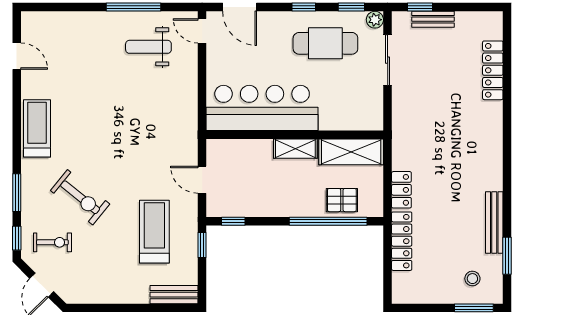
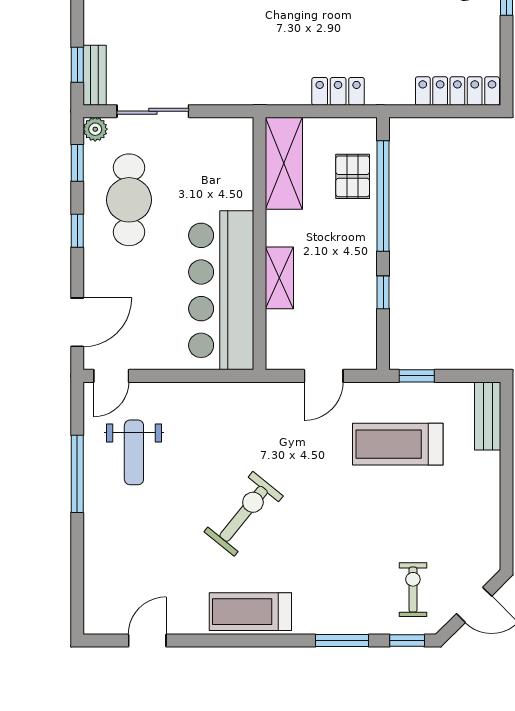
bench: (433, 19) -> (95, 75), moved
shelving: (295, 149) -> (279, 278), moved
exercise bike: (80, 197) -> (244, 514), moved
window: (233, 221) -> (383, 292), moved
locker: (402, 241) -> (457, 91), moved

